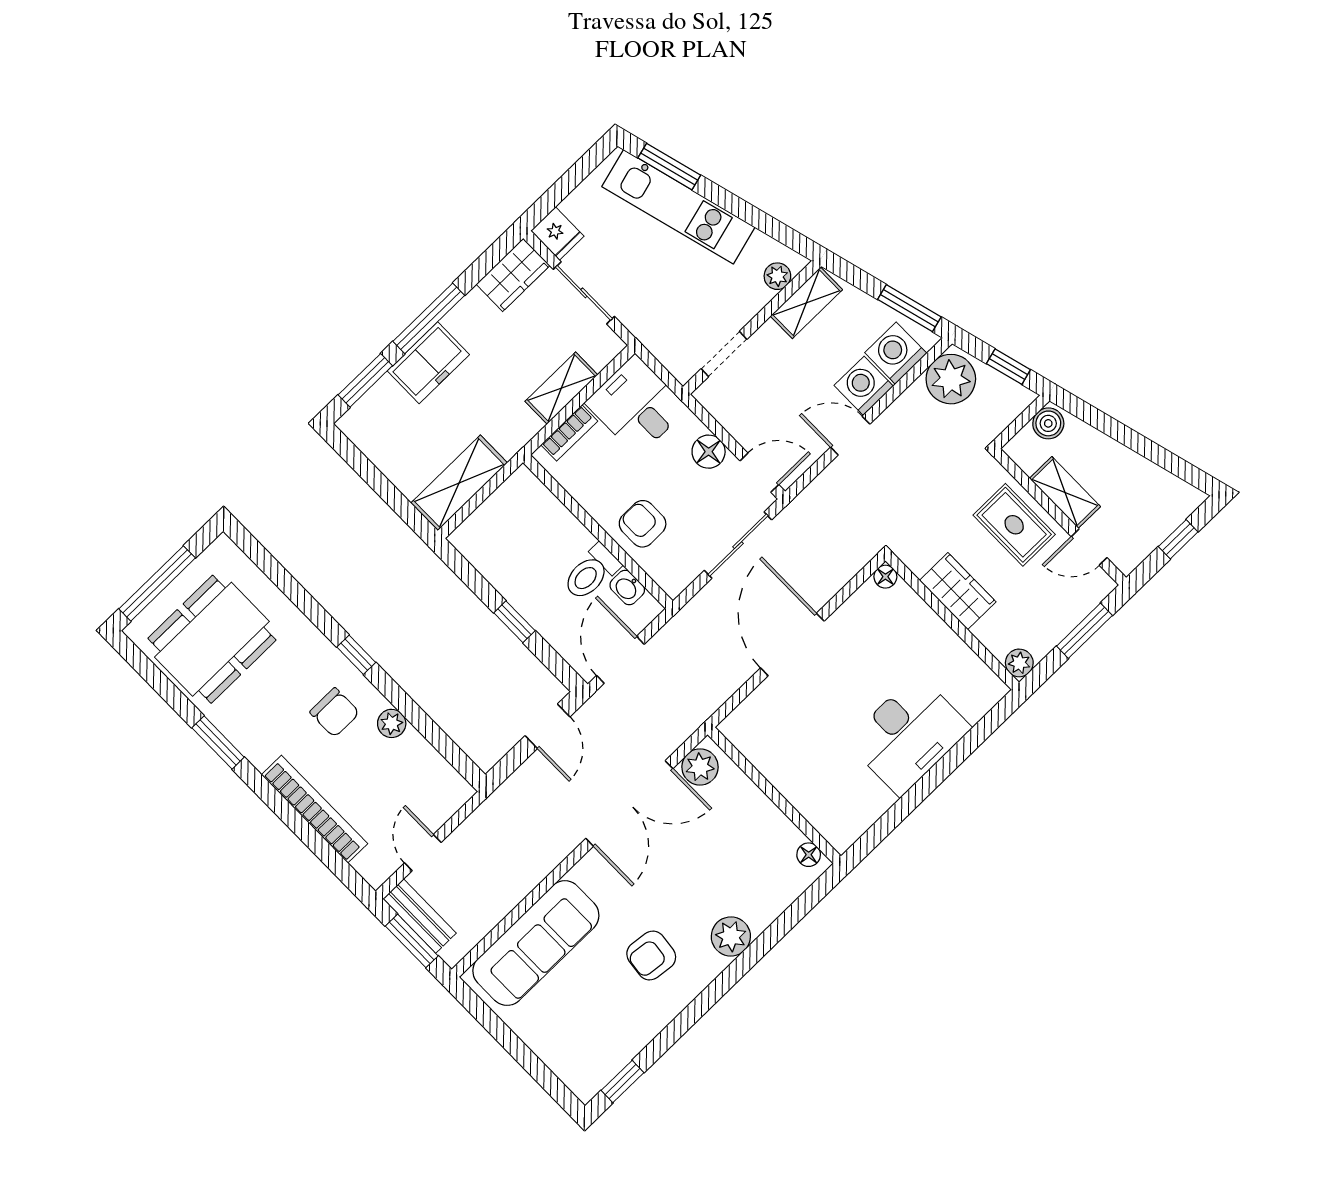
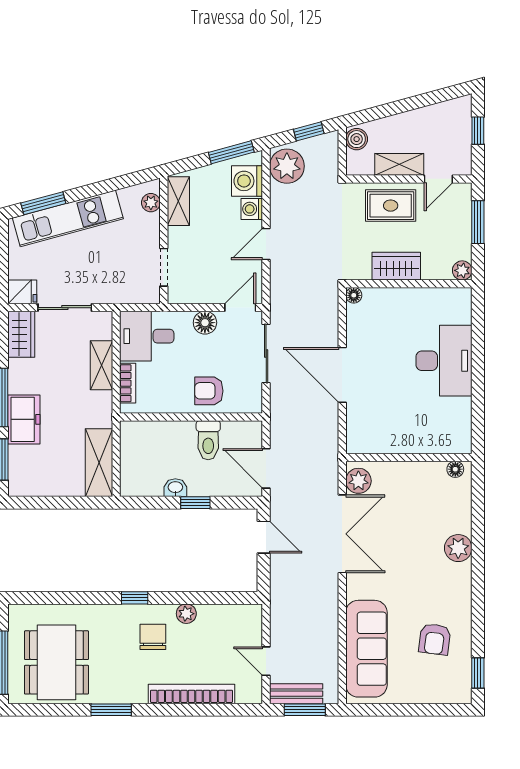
washing machine: (864, 386) -> (252, 209), width x0.73, depth x0.73
washbasin: (627, 587) -> (175, 488), moved, turned 180
chair: (335, 712) -> (153, 637), turned -90
armchair: (651, 956) -> (435, 639), moved

